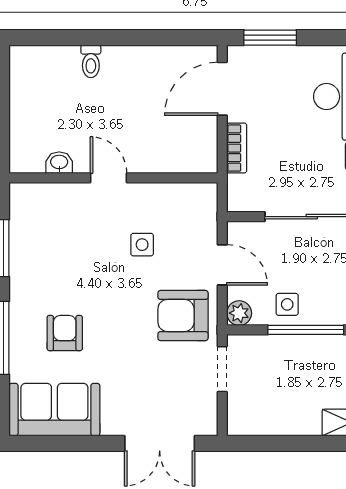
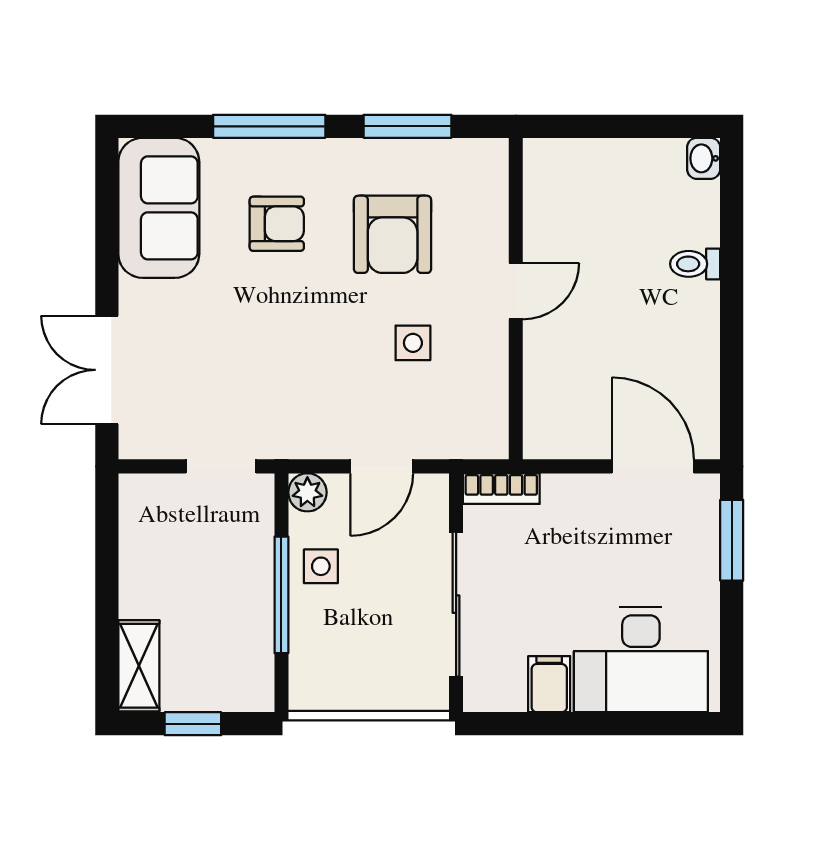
bookcase: (237, 148) -> (501, 489), moved
washbasin: (59, 163) -> (704, 158), moved, turned 180
armchair: (183, 315) -> (393, 234), moved, turned 180

